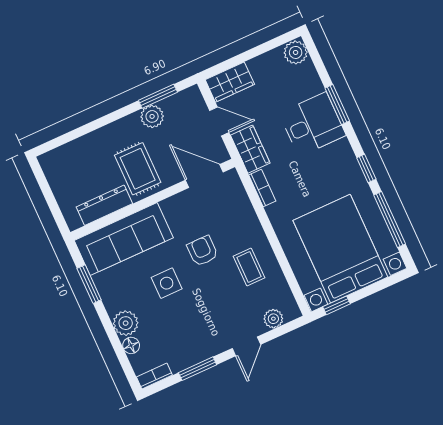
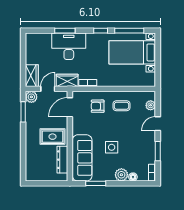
plant: (296, 52) -> (32, 39), removed
plant: (152, 116) -> (31, 97), moved
desk: (312, 124) -> (69, 46), width x1.37
bed with nightstands: (340, 249) -> (132, 52), width x0.73
armchair: (202, 251) -> (98, 106), moved
window: (337, 305) -> (158, 73), removed
door: (246, 346) -> (158, 124), swing flipped

